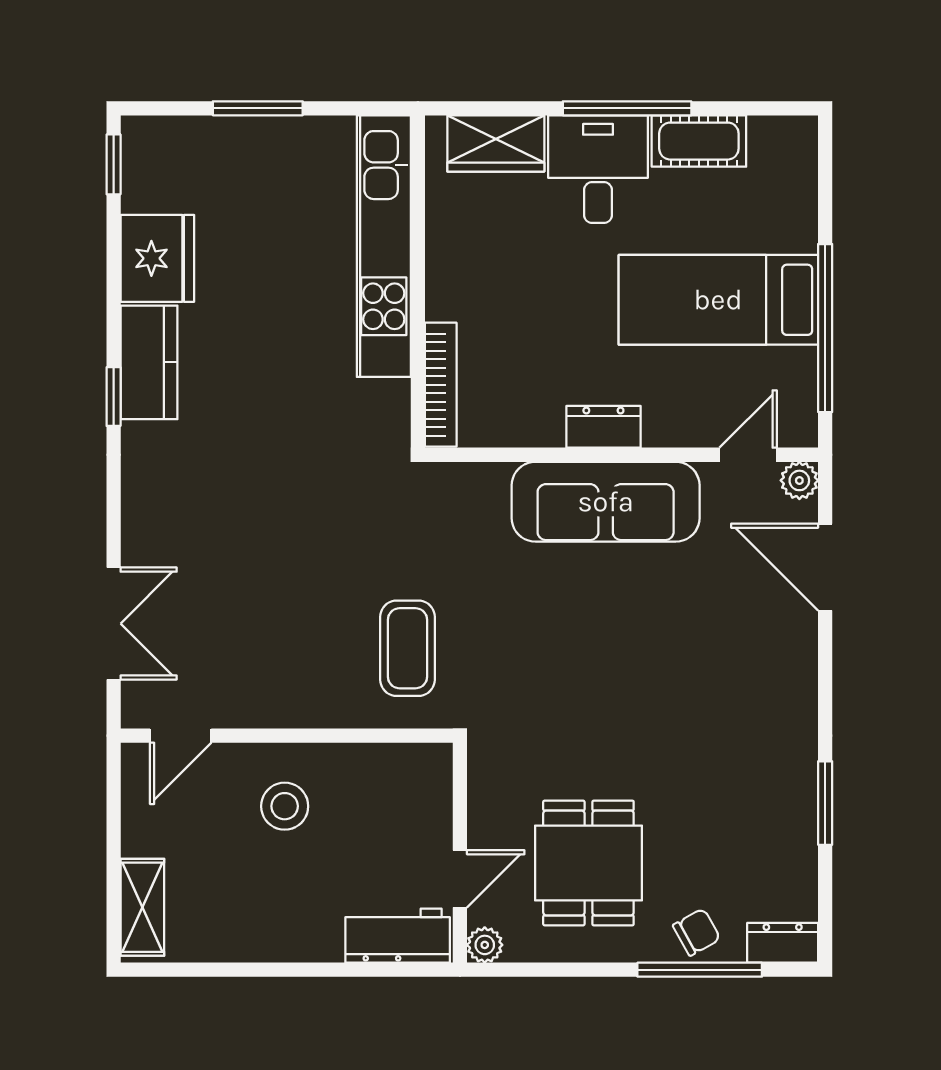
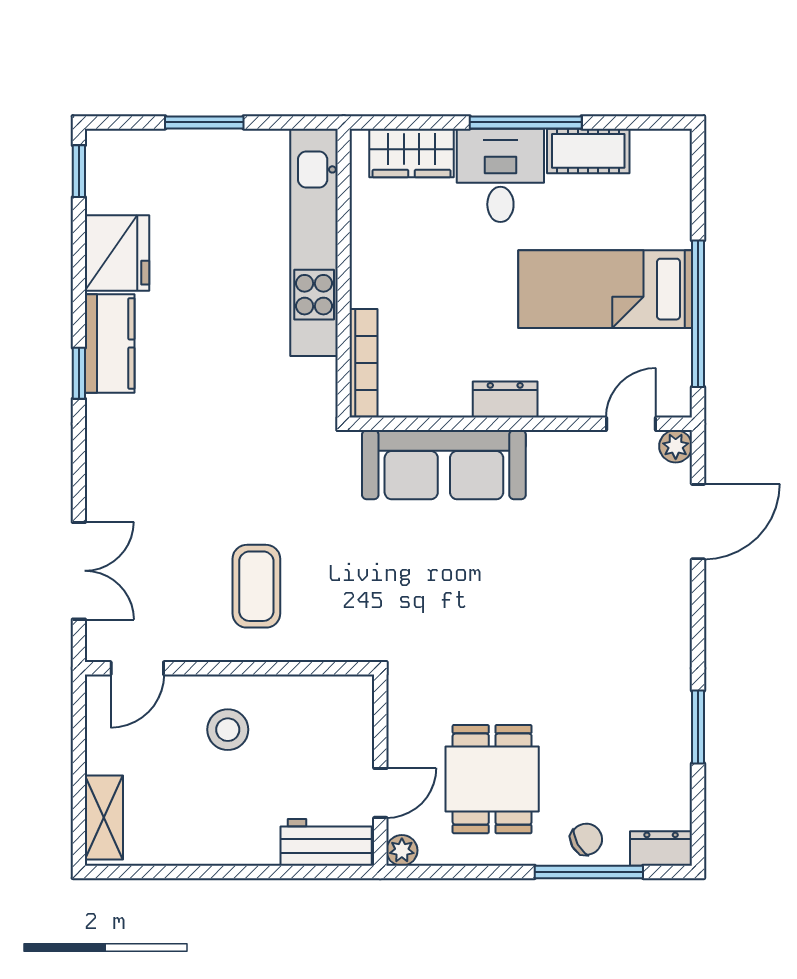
sofa: (606, 502) -> (444, 465), moved
door: (825, 567) -> (698, 522), swing flipped
coffee table: (408, 648) -> (256, 586), moved

